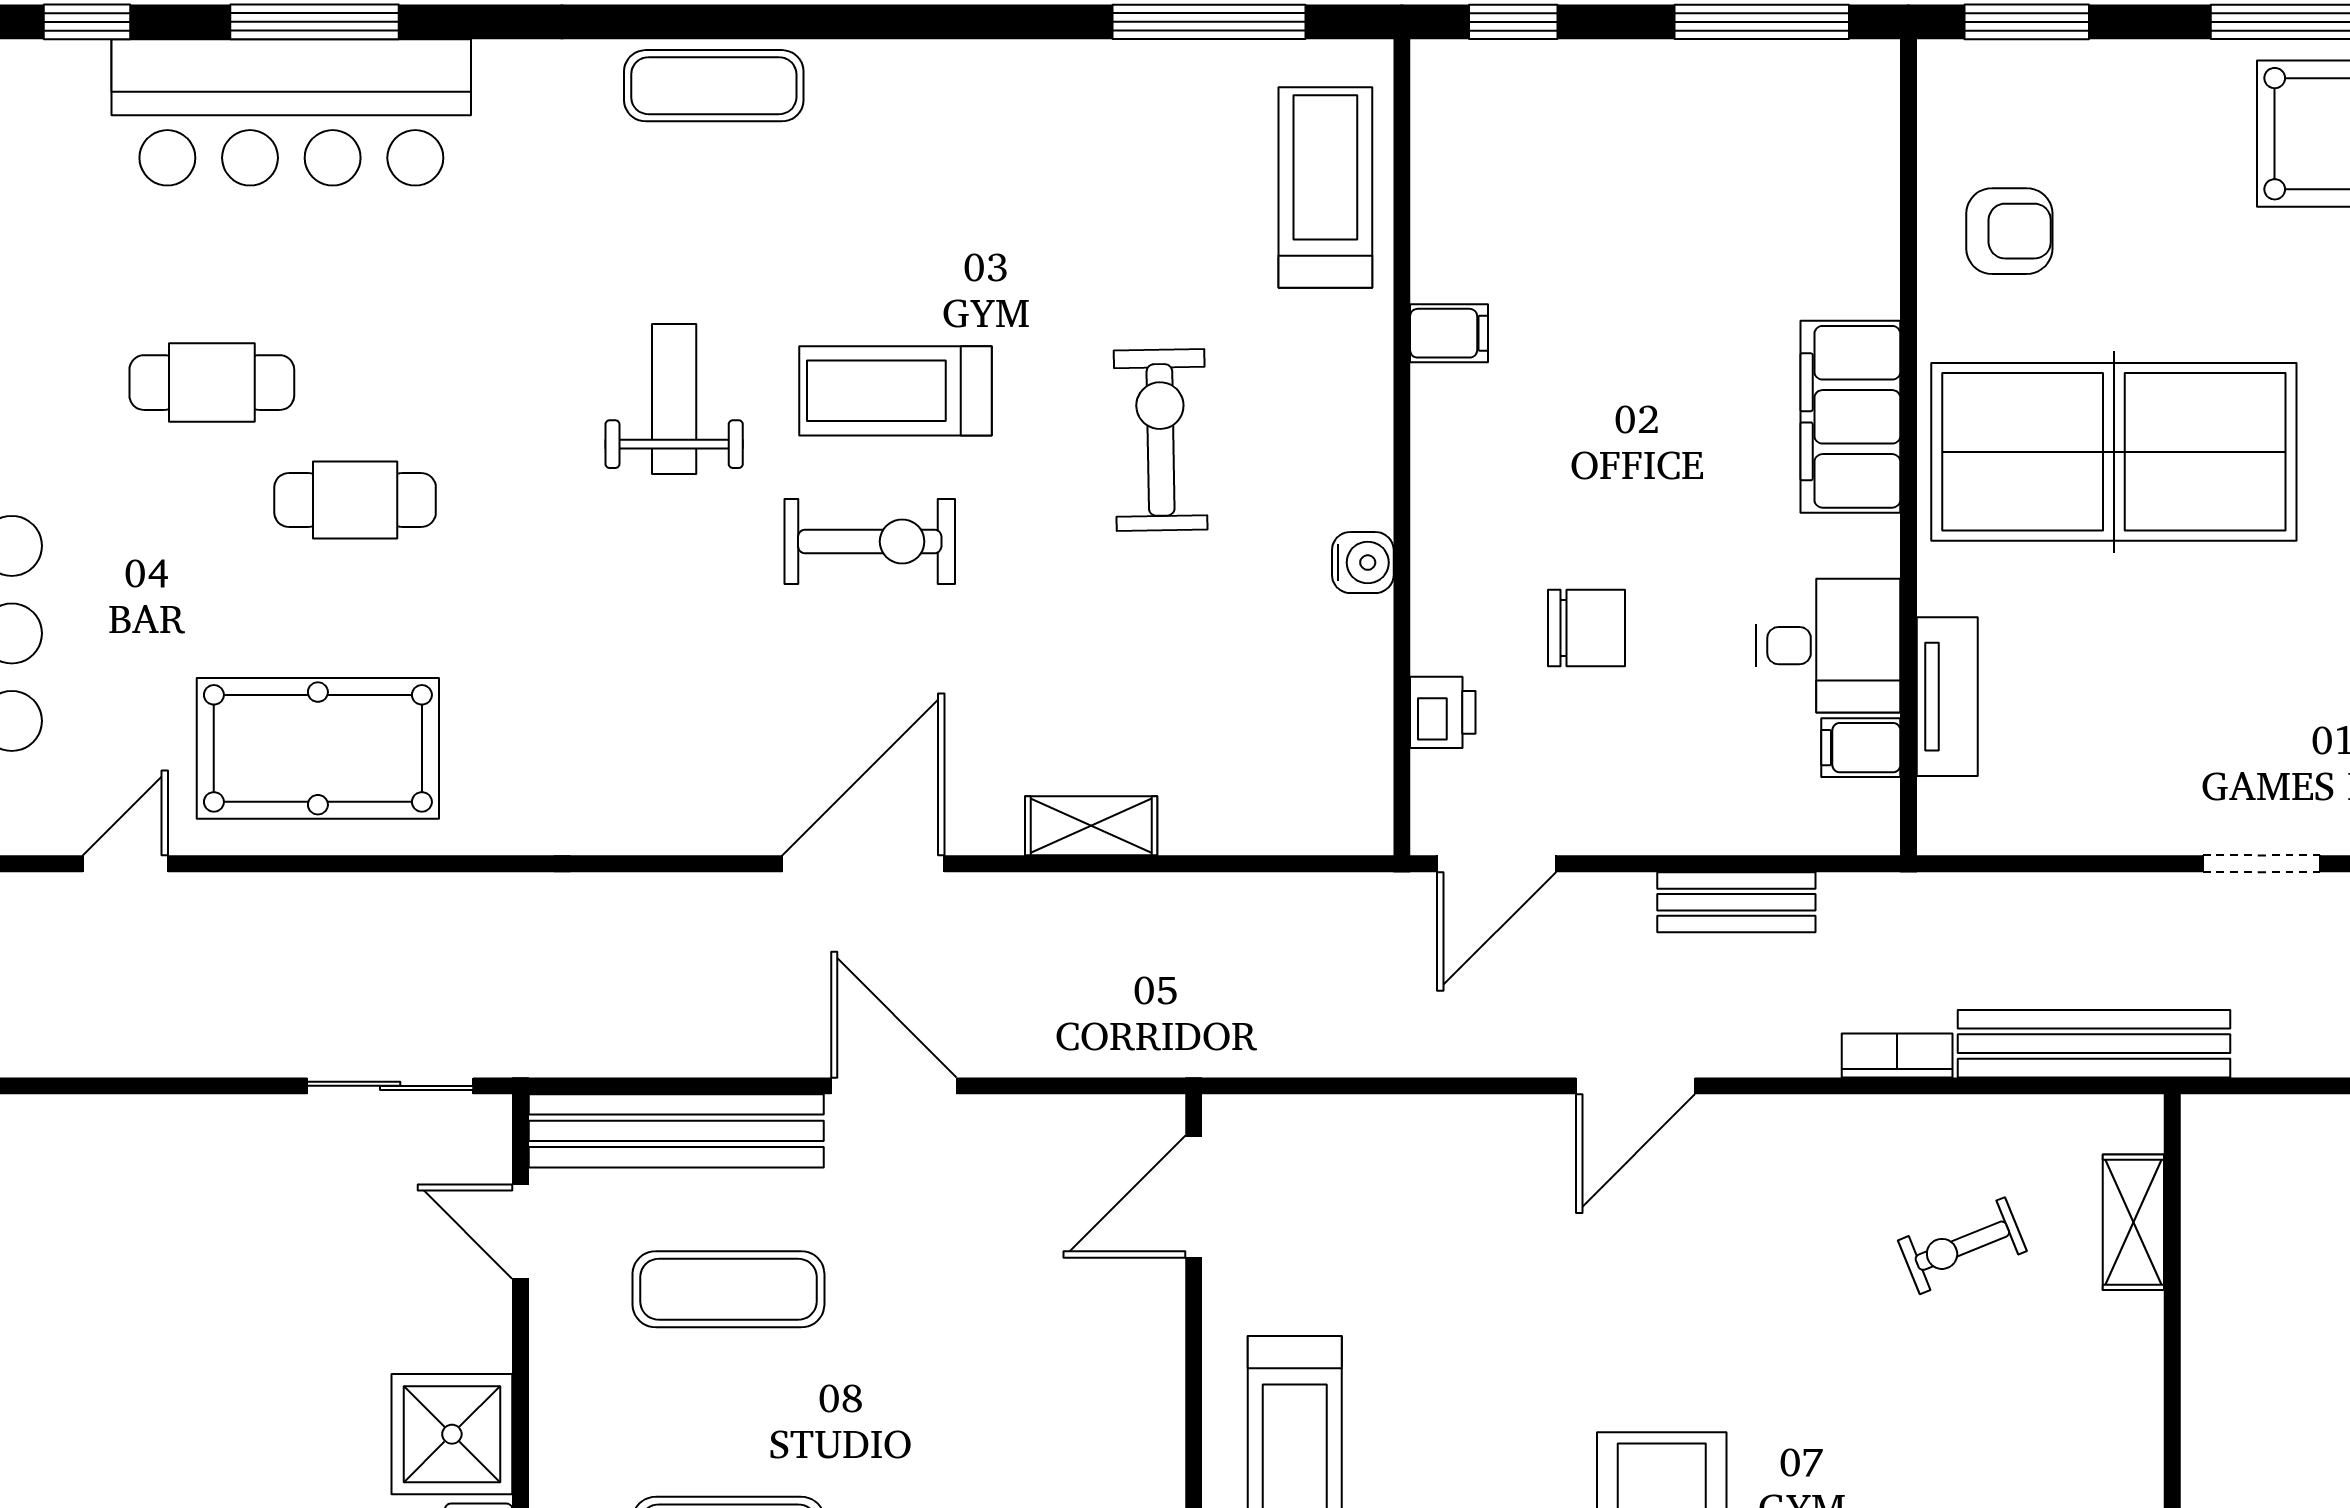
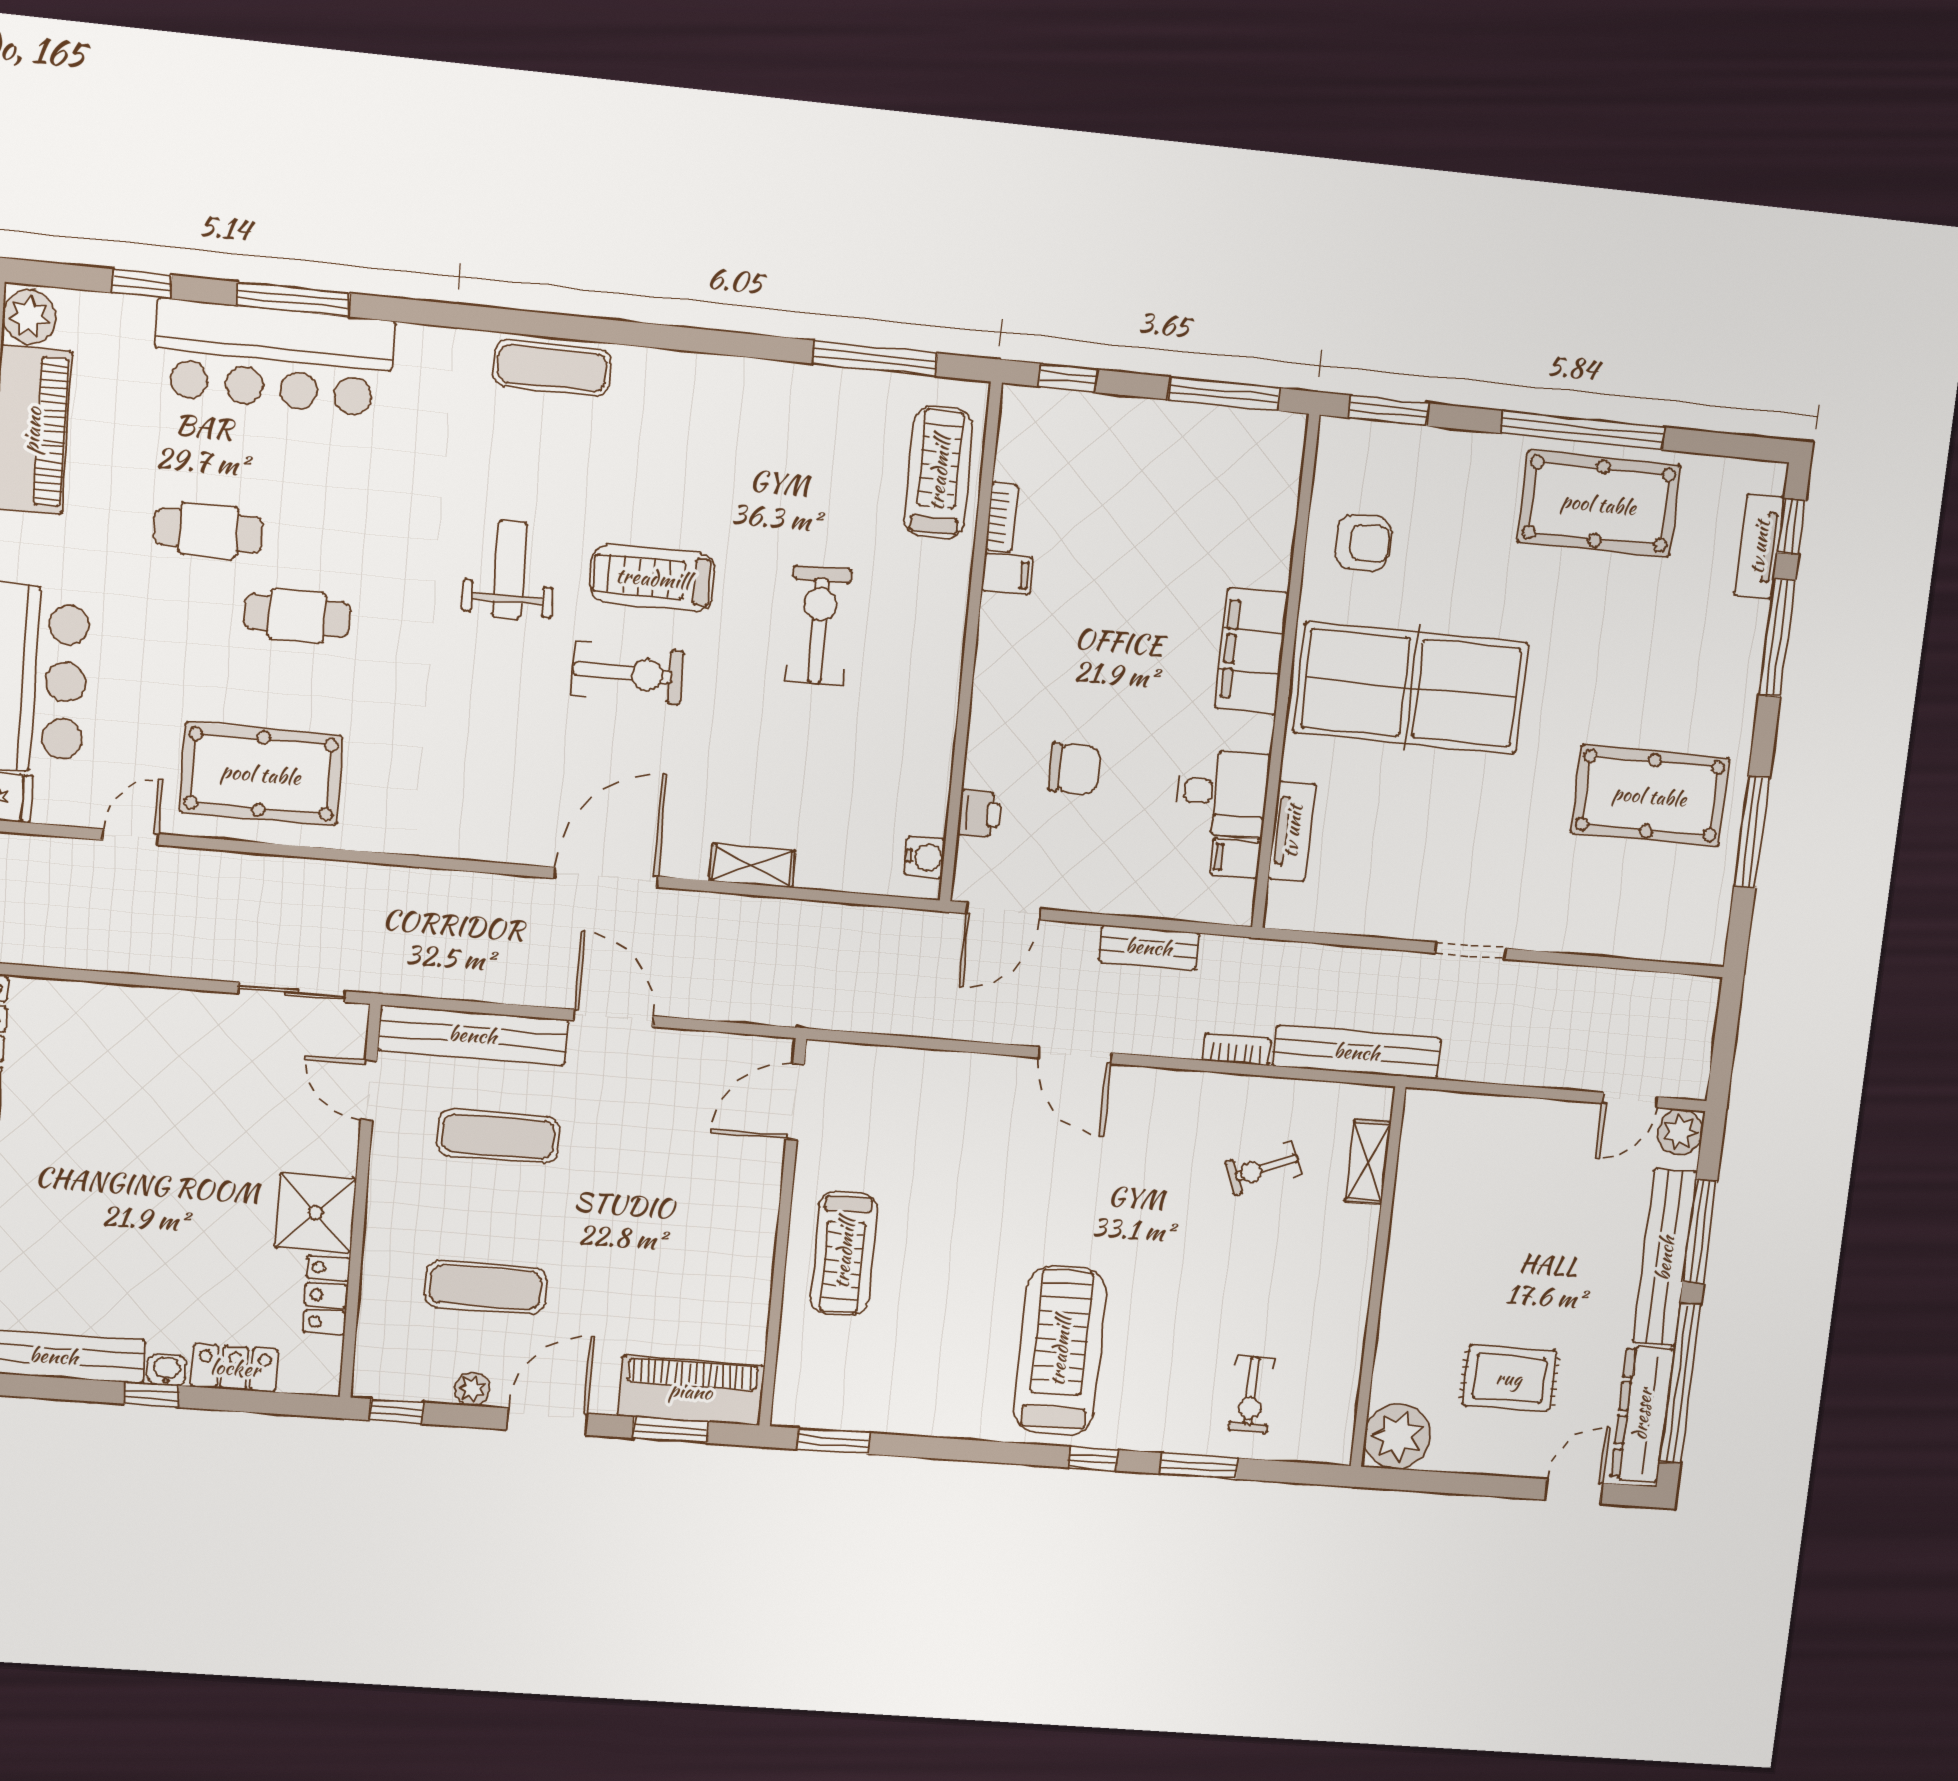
bookcase: (1431, 246) -> (1002, 517), added
water cooler: (1363, 563) -> (925, 857), moved
door: (1635, 1086) -> (1075, 1055), hinge flipped

